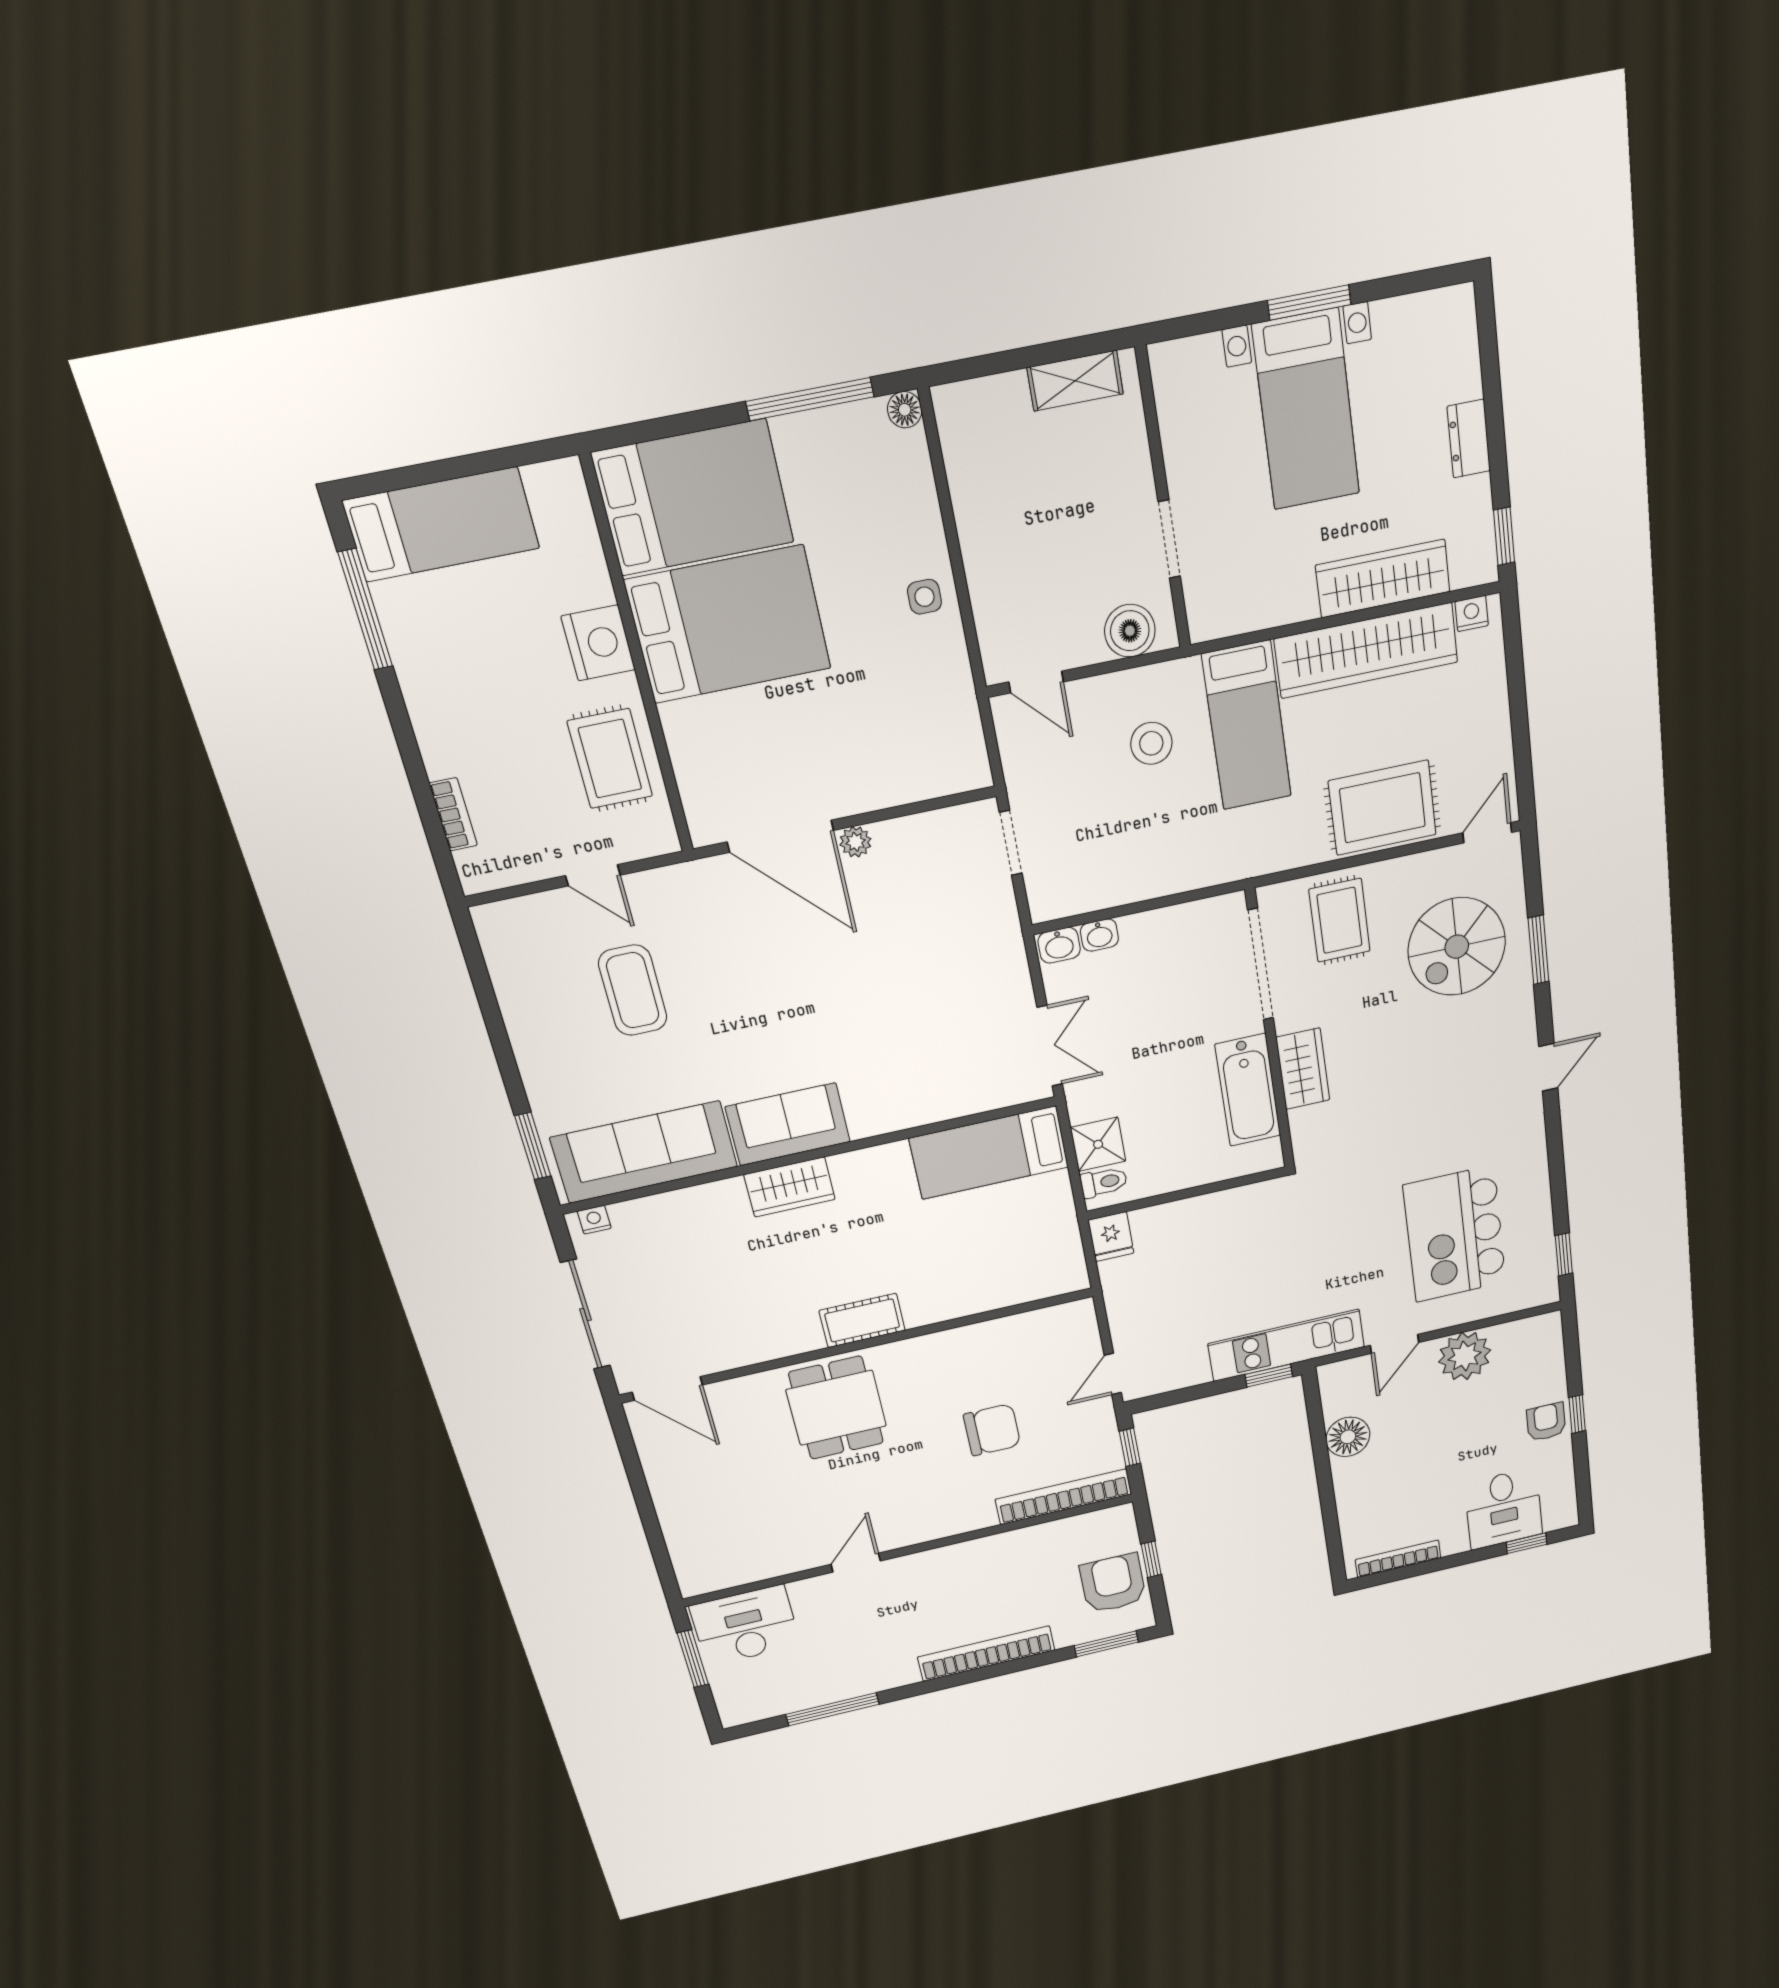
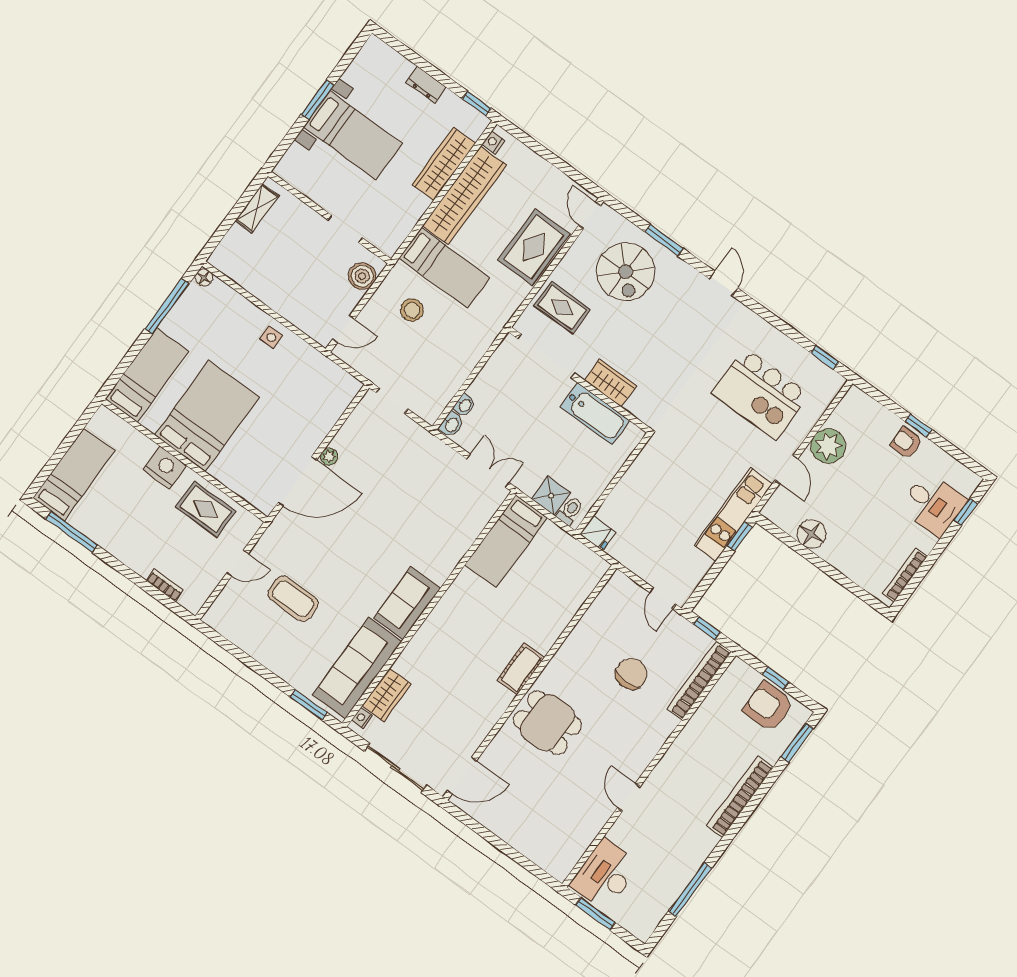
bed: (693, 498) -> (147, 375), width x0.67
wardrobe: (790, 1187) -> (387, 695), moved

